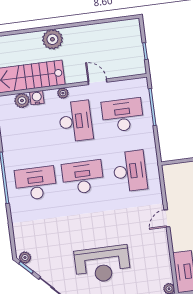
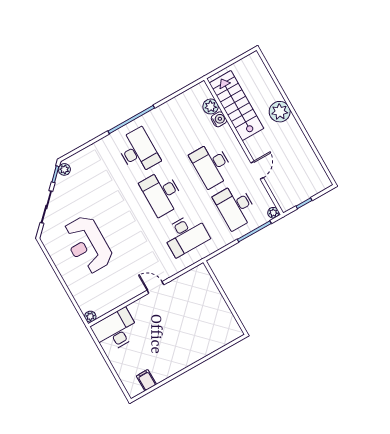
plant: (63, 93) -> (273, 213), moved
desk: (123, 115) -> (235, 207), turned 180
desk: (76, 121) -> (212, 165), turned 90
desk: (83, 177) -> (162, 193), turned 180

